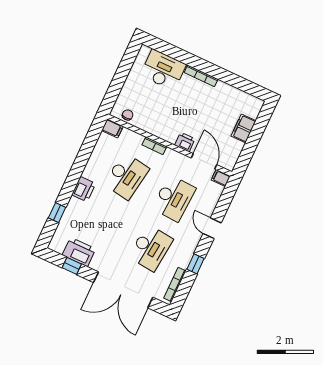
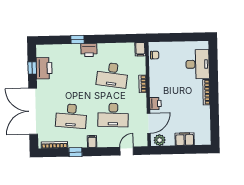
plant: (230, 158) -> (160, 140), added
filing cabinet: (221, 178) -> (92, 141), moved
window: (57, 213) -> (77, 40), moved
door: (212, 228) -> (127, 151), moved

